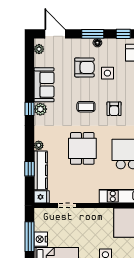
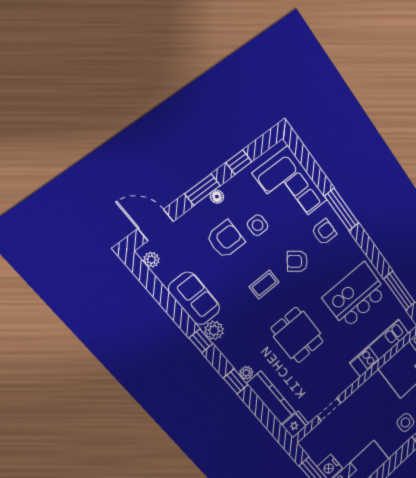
armchair: (114, 109) -> (297, 261), turned 128
window: (30, 169) -> (236, 381), moved

